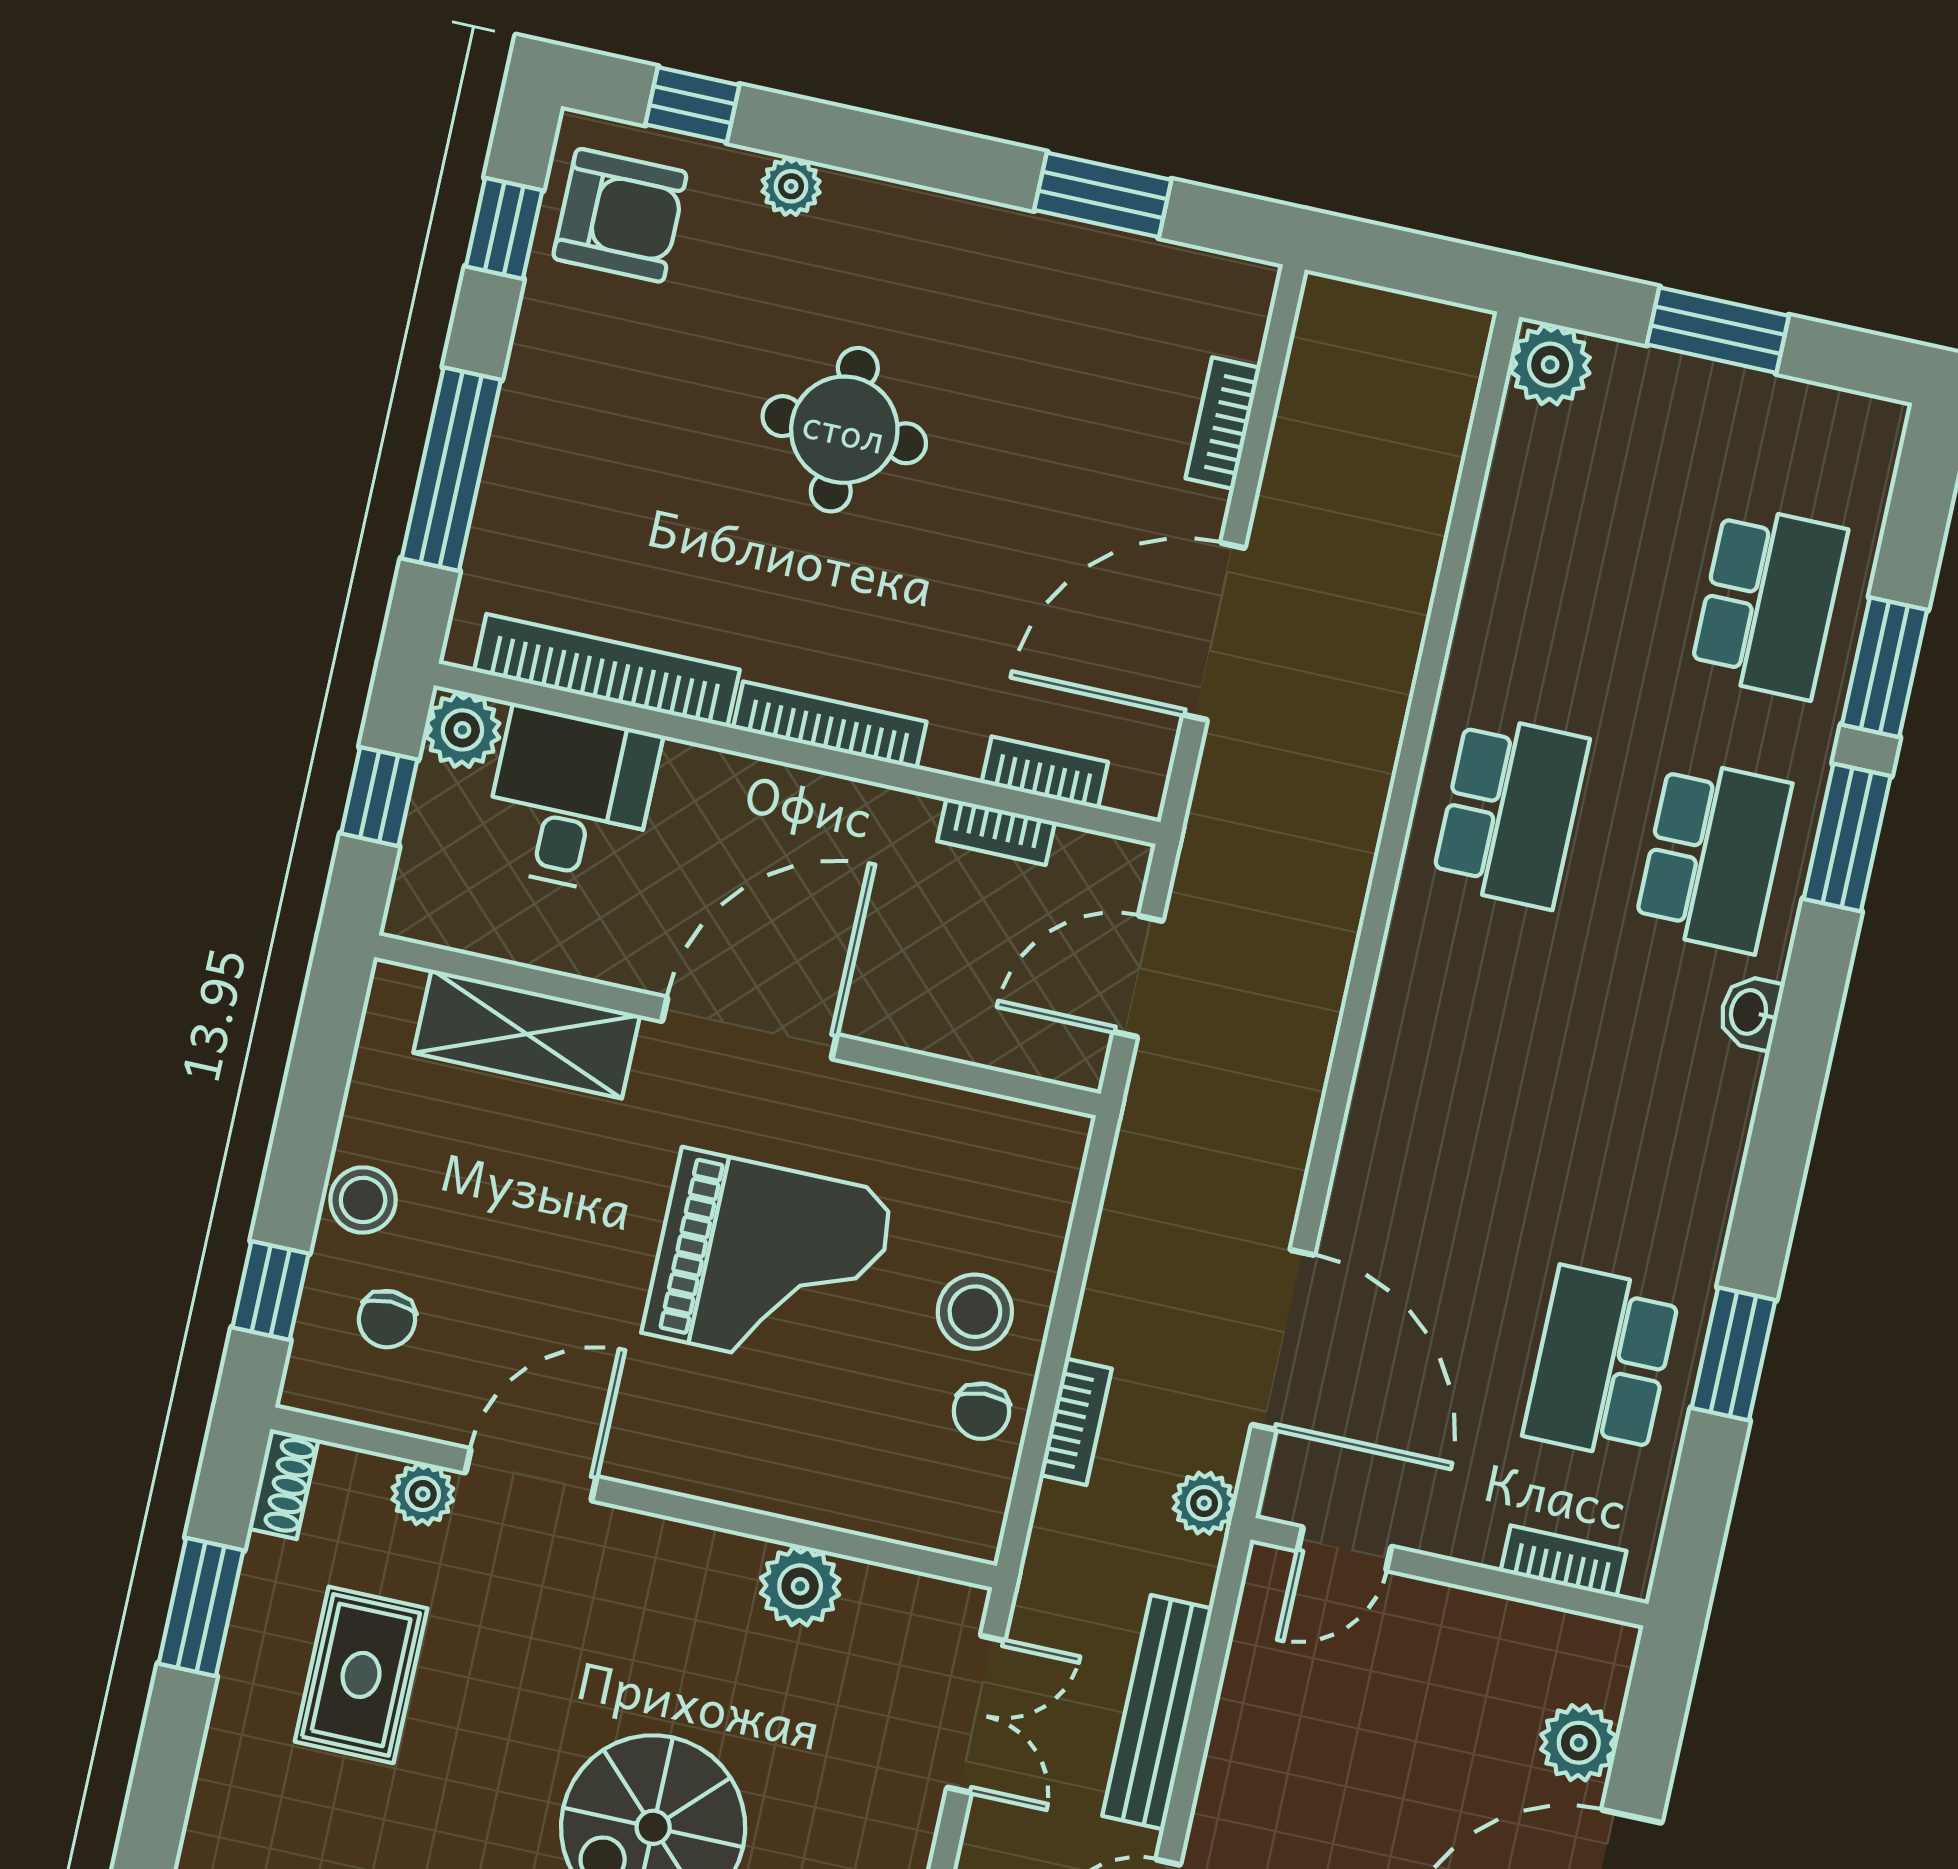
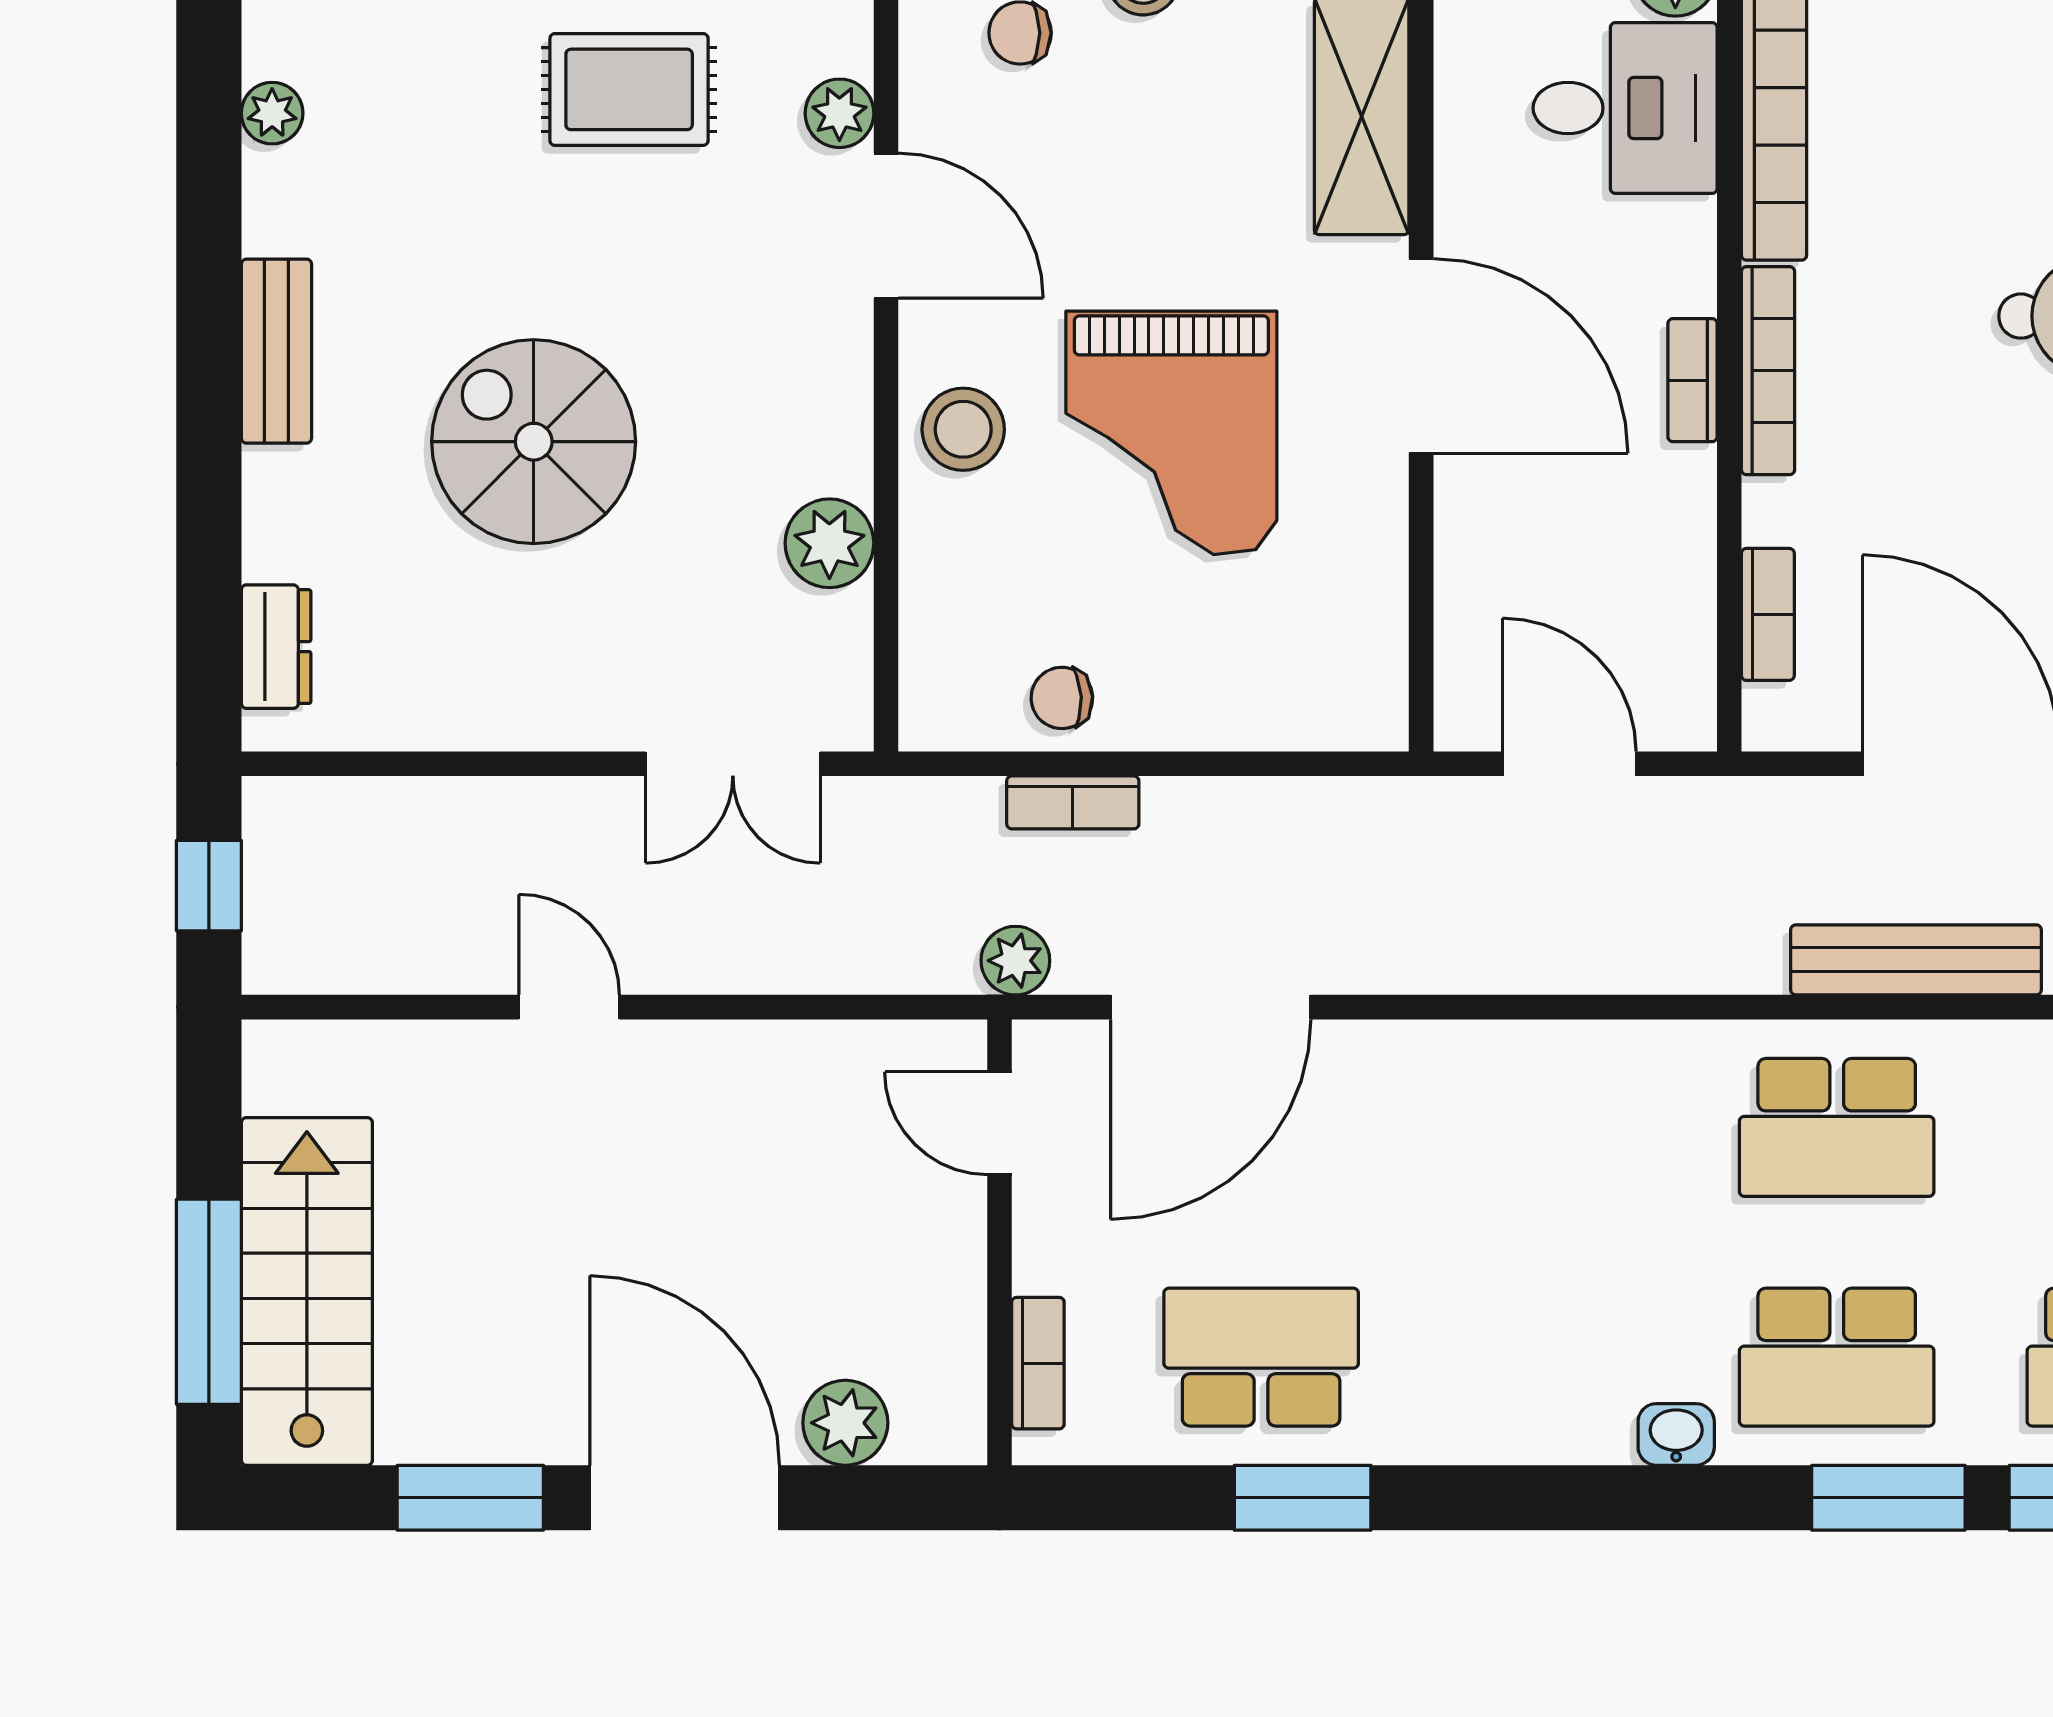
bookcase: (996, 831) -> (1693, 380), moved
stool: (975, 1312) -> (963, 429), moved
bench: (1157, 1712) -> (1916, 960), moved

